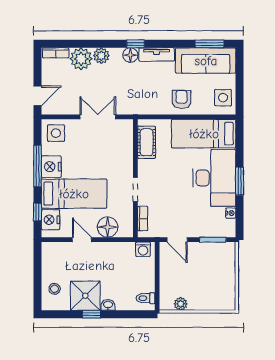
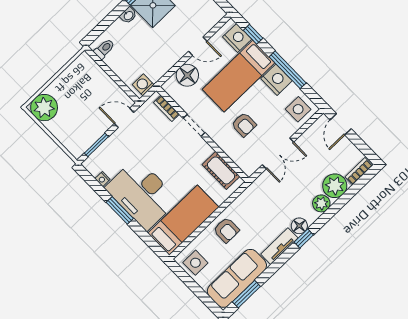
armchair: (102, 158) -> (244, 125), added
plant: (181, 304) -> (44, 108), moved, width x1.87, depth x1.87

